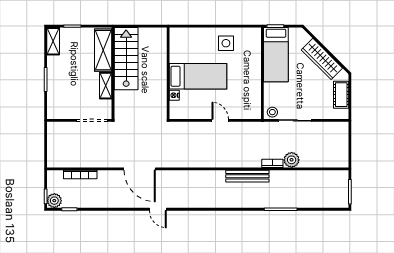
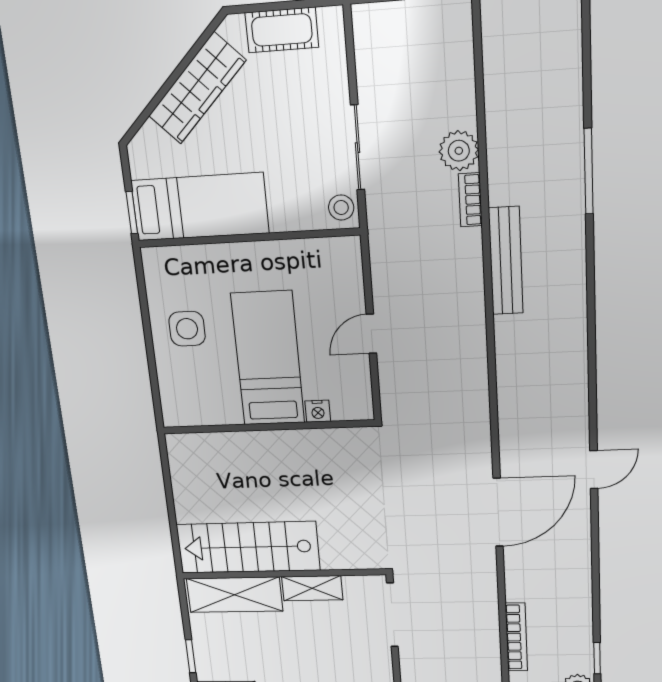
wall: (168, 73) -> (268, 427), moved
bed: (198, 76) -> (268, 359), moved
nightstand: (174, 95) -> (318, 411), moved

